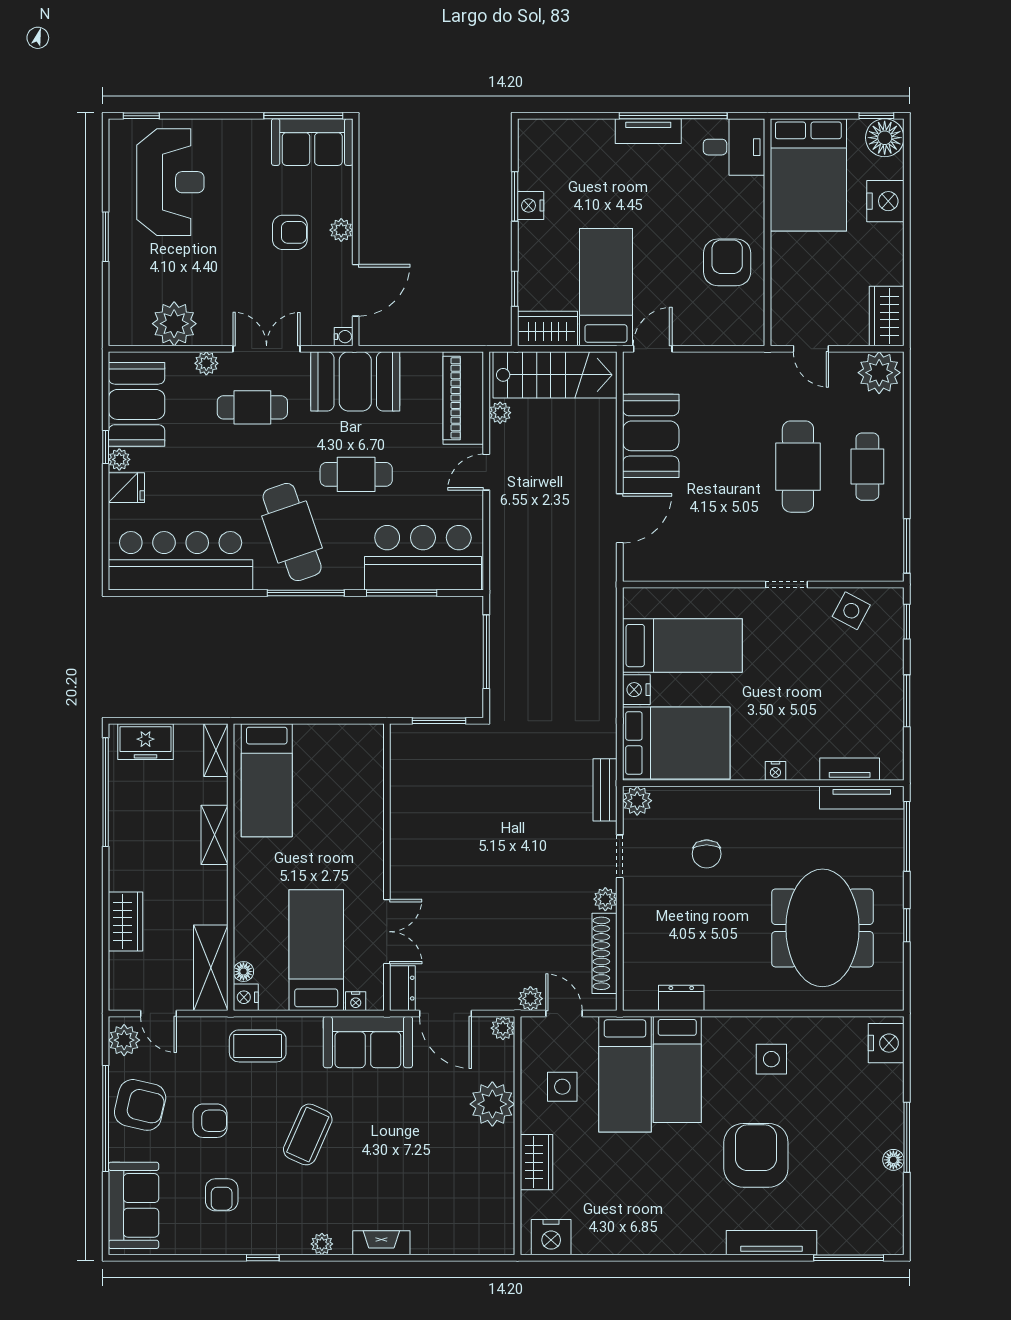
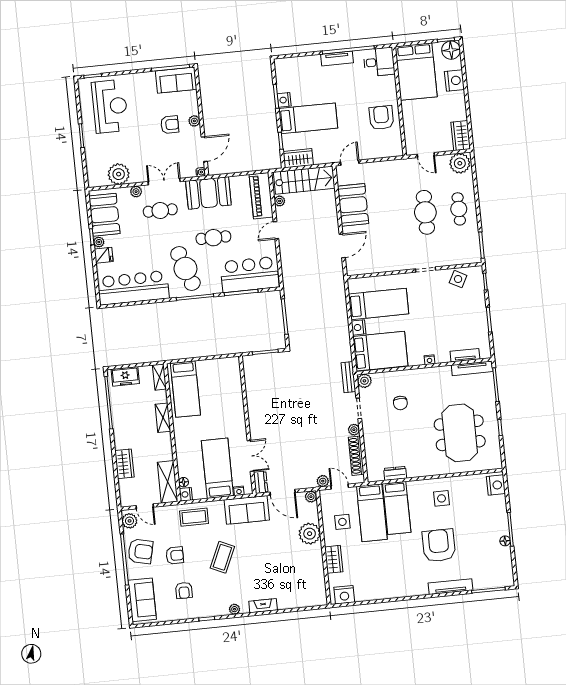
bed: (606, 287) -> (308, 118), moved, turned 90

